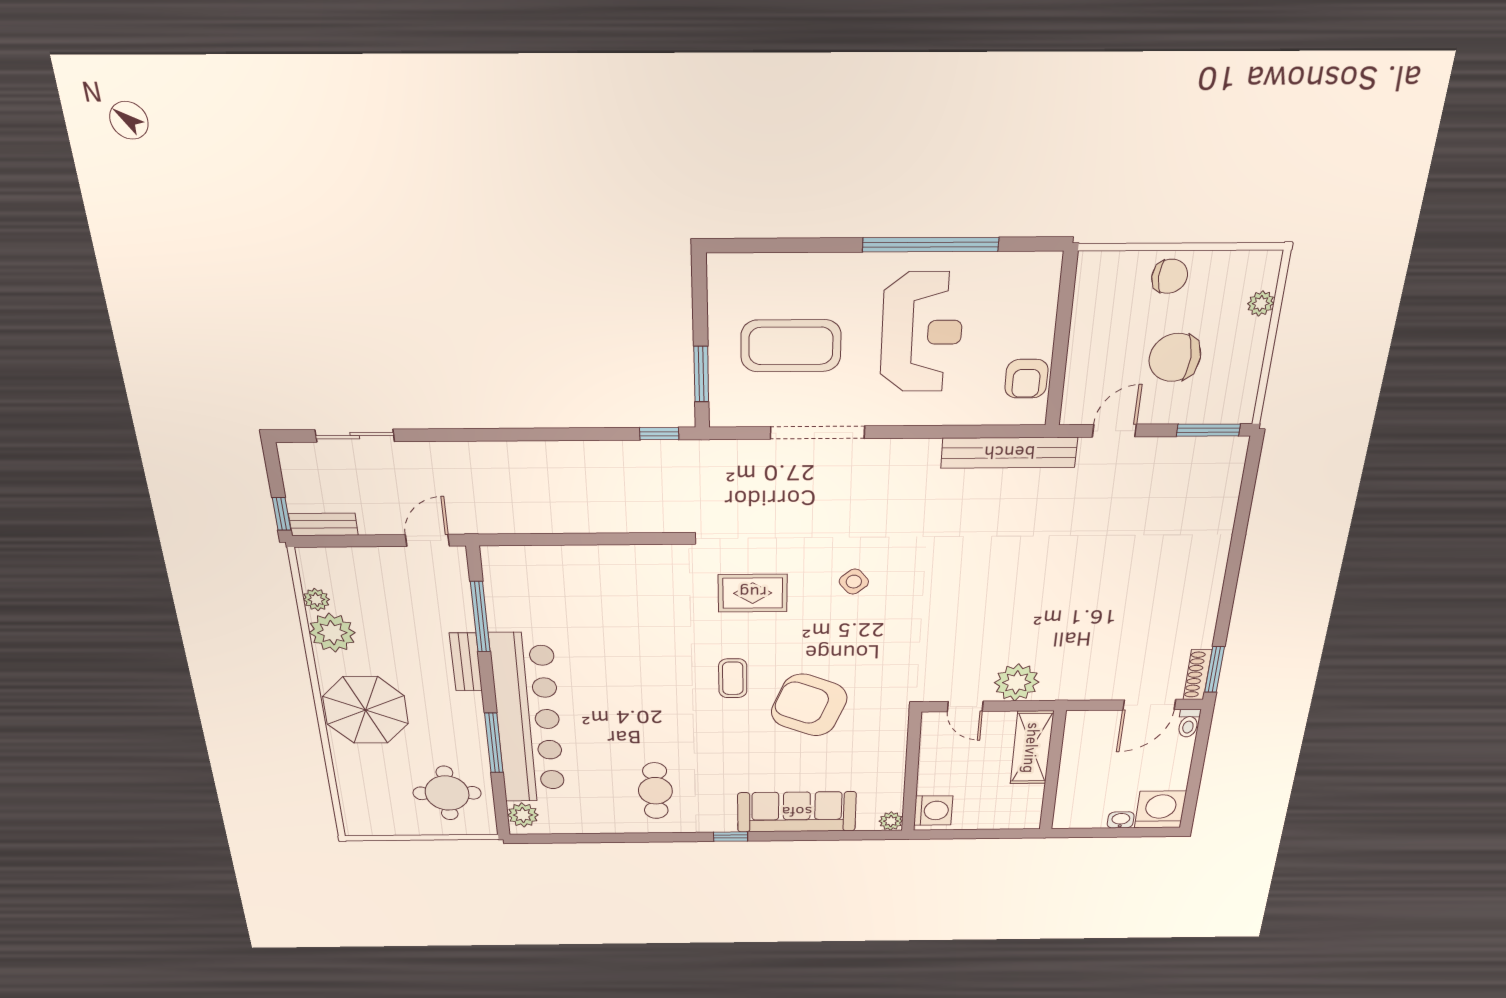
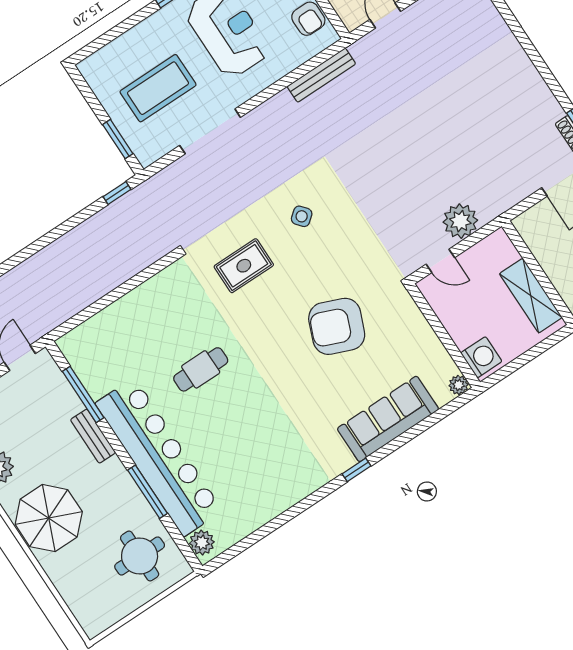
bench: (1009, 453) -> (321, 75), width x0.73, depth x0.82
coffee table: (733, 678) -> (273, 338), removed
shelving: (1032, 748) -> (531, 296), moved
cafe table: (655, 791) -> (201, 369), moved, turned 90

